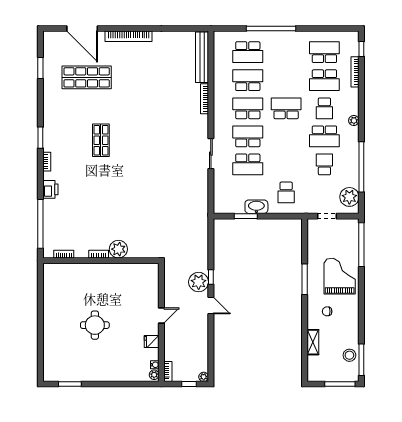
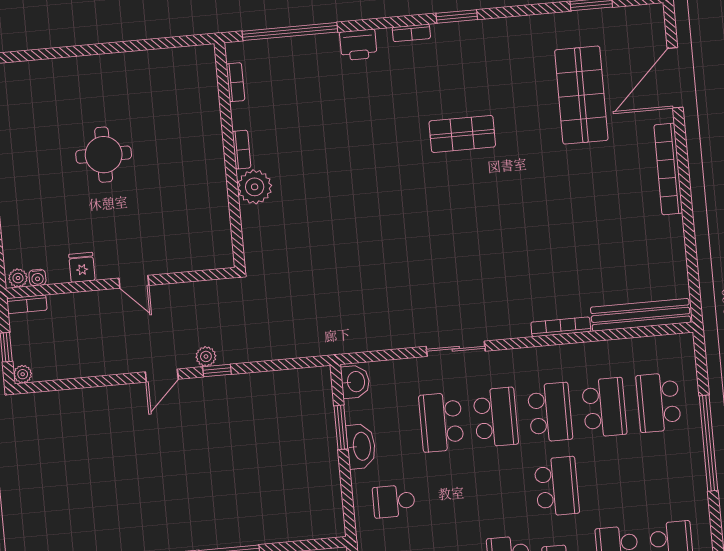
washbasin: (223, 207) -> (355, 382), added
plant: (199, 282) -> (206, 356), width x0.53, depth x0.53

